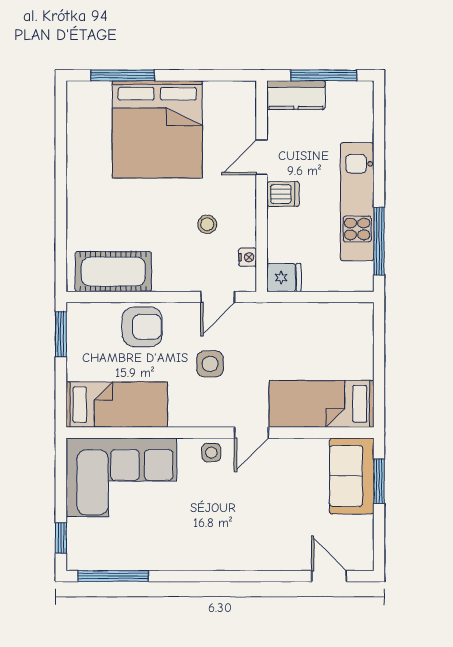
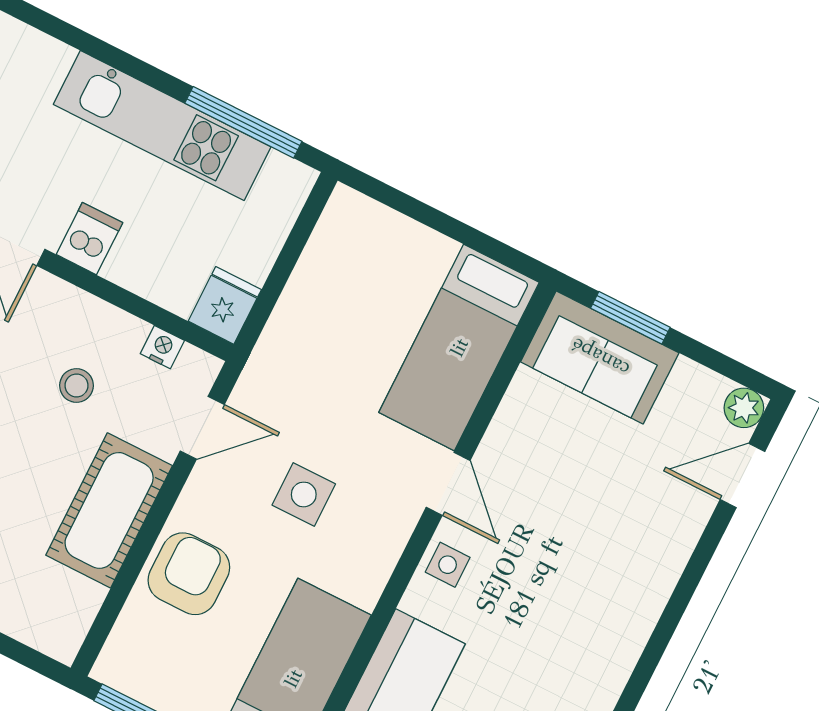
cot: (113, 272) -> (109, 510), moved
door: (218, 297) -> (202, 428), hinge flipped
plant: (363, 560) -> (744, 408), added

